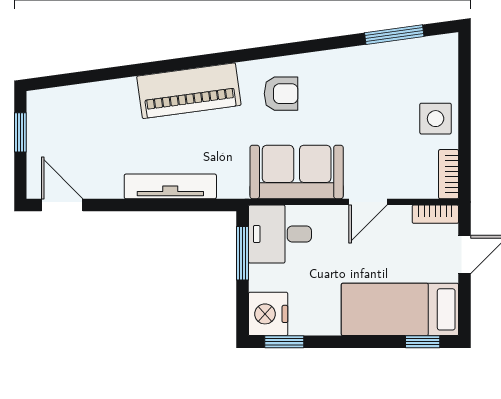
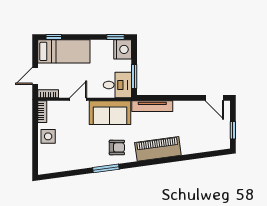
window: (394, 35) -> (106, 168), moved
armchair: (281, 94) -> (117, 147), turned 180
tv unit: (170, 186) -> (152, 106), moved

